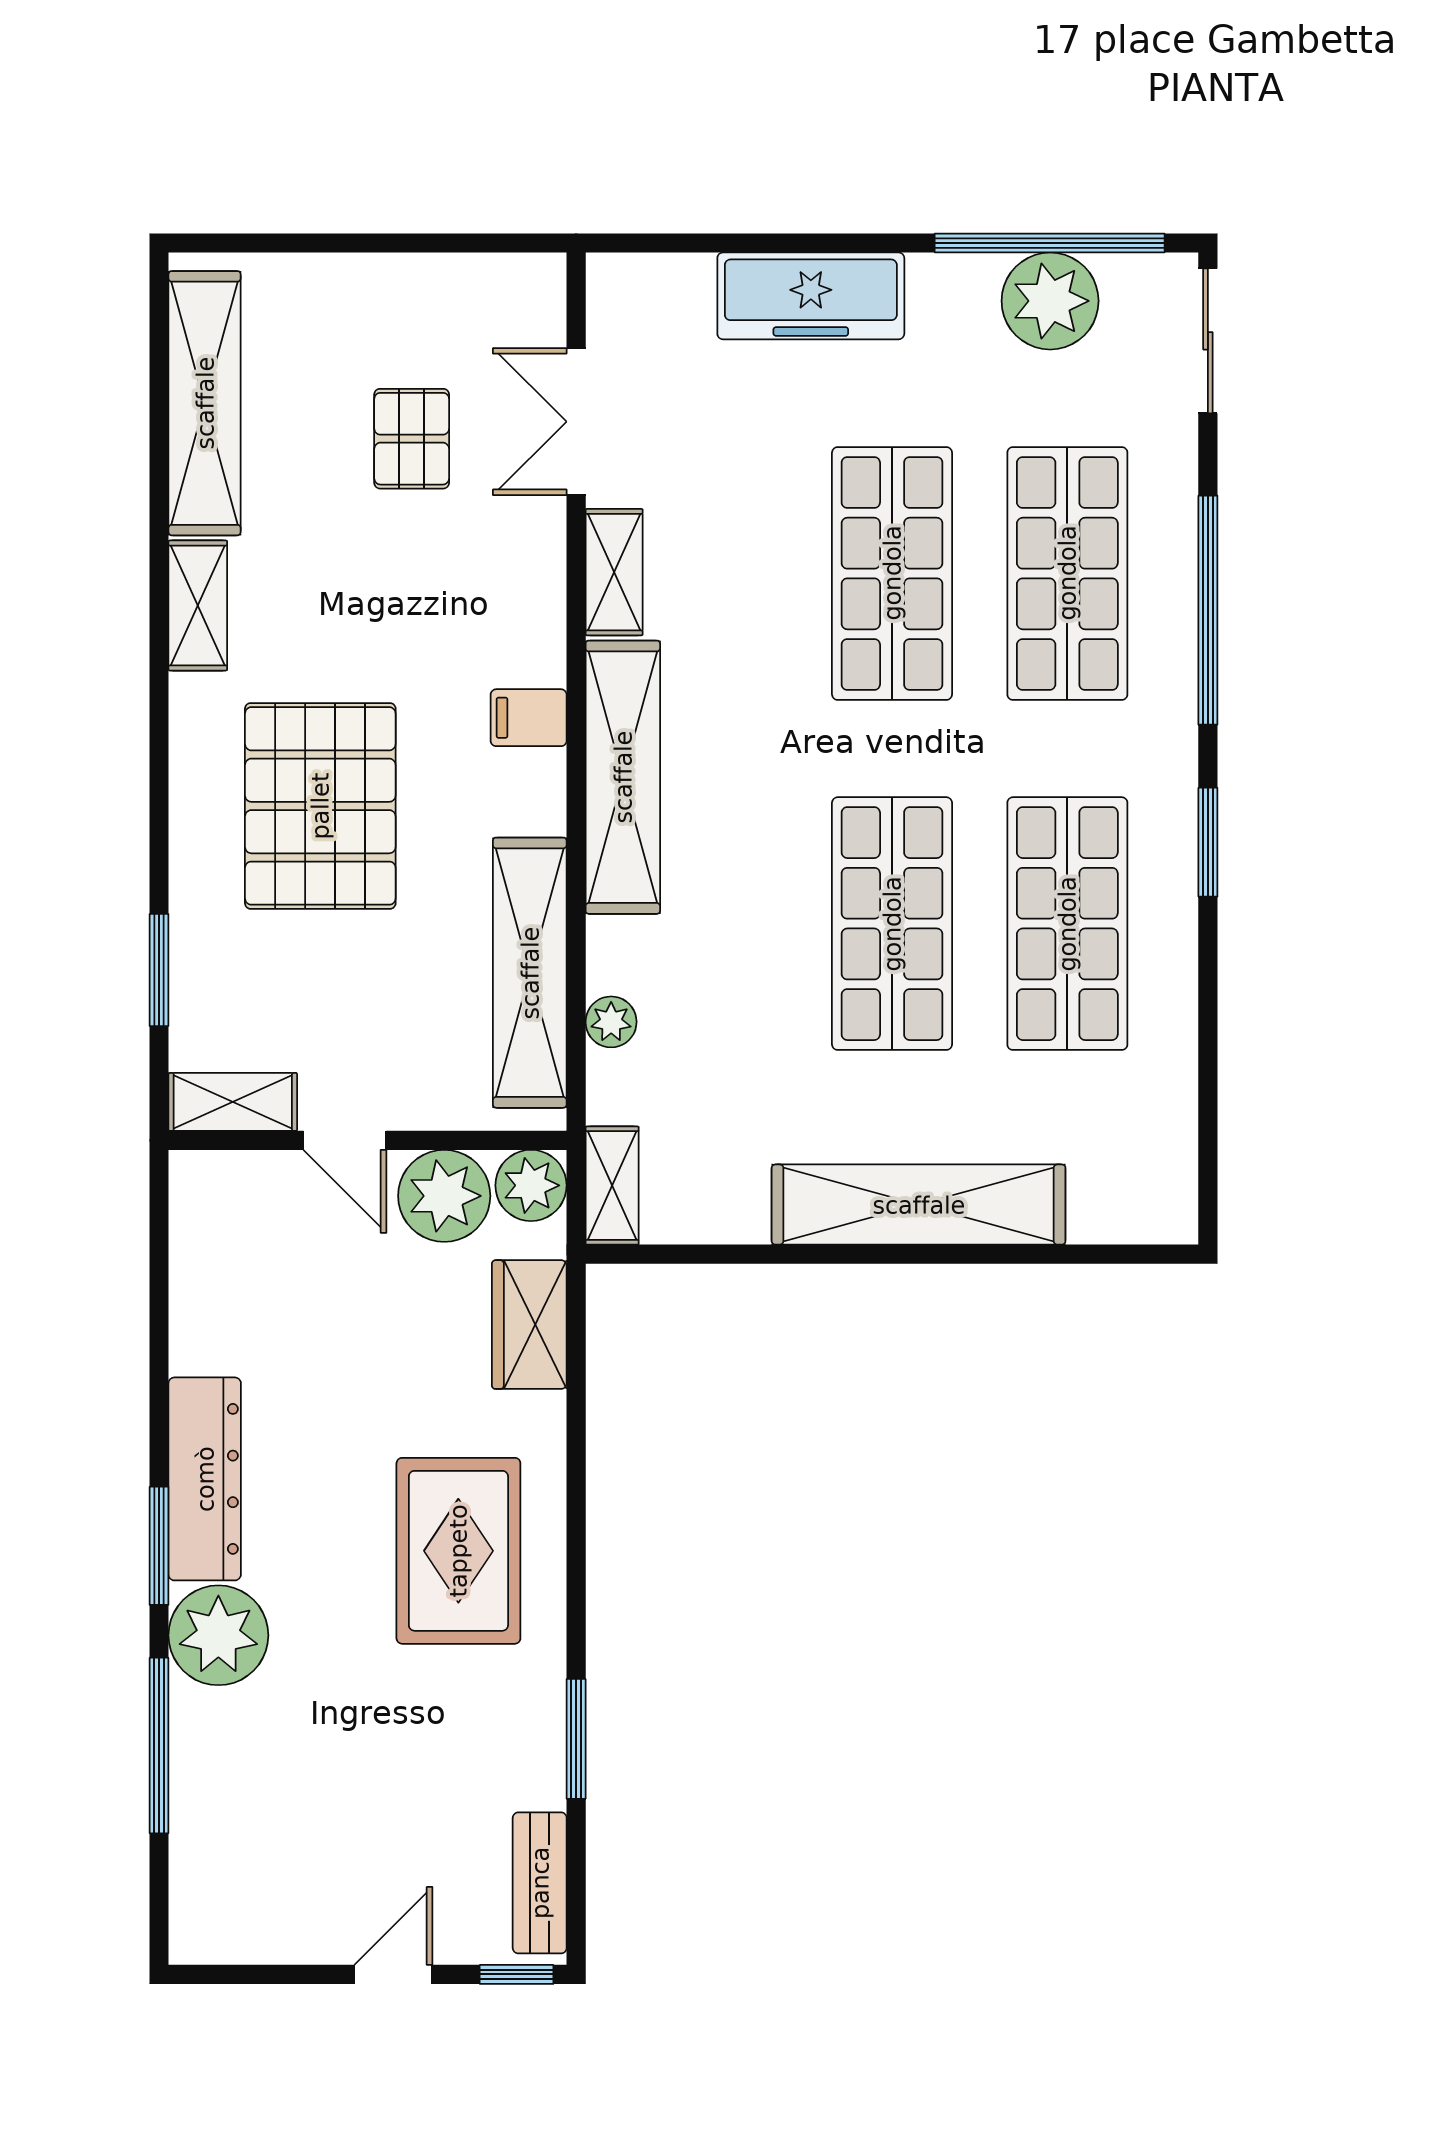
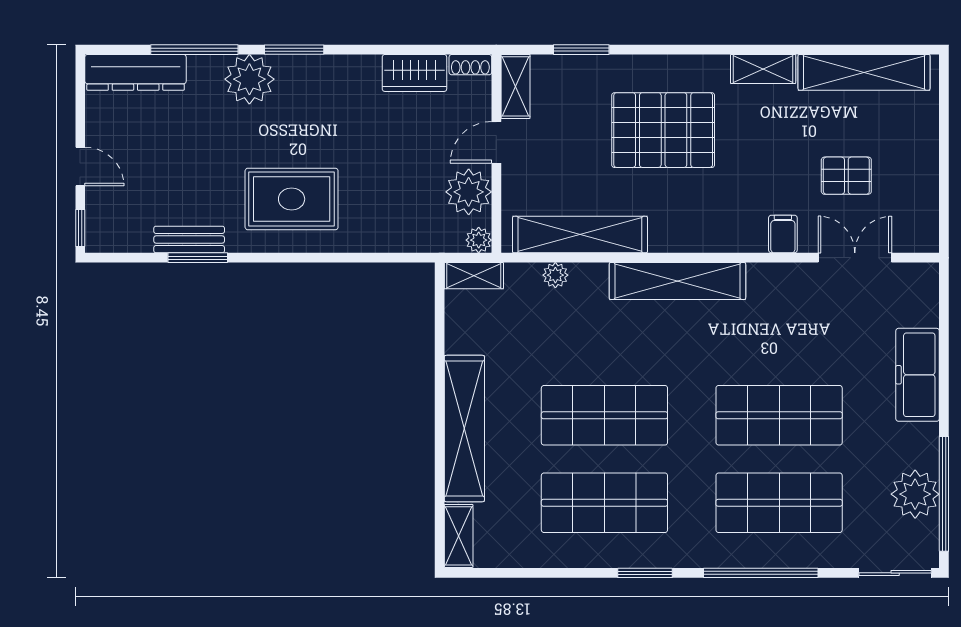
shelving: (614, 572) -> (459, 536), moved, turned 90
filing cabinet: (529, 718) -> (783, 234), moved
plant: (531, 1185) -> (479, 240), width x0.73, depth x0.73
shoe rack: (189, 1192) -> (470, 65), added
wardrobe: (529, 1325) -> (414, 73), moved, turned 180
dresser: (205, 1479) -> (136, 72), moved
bench: (540, 1883) -> (189, 240), moved

